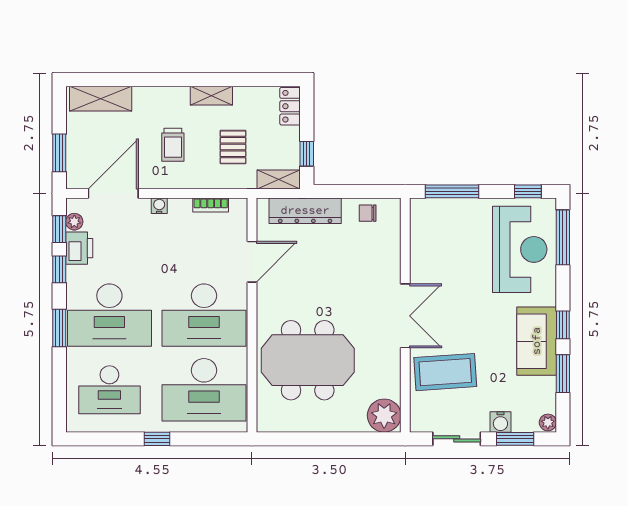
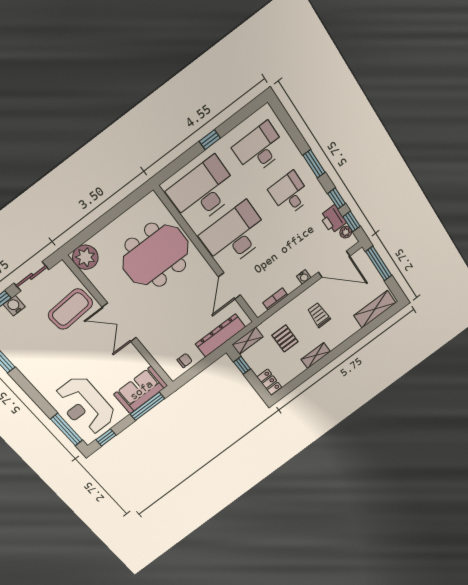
window: (59, 153) -> (379, 264), width x1.44
door: (113, 194) -> (334, 264), hinge flipped
desk: (109, 315) -> (290, 194), width x0.53, depth x0.77
window: (563, 325) -> (26, 386), removed
sofa: (537, 341) -> (141, 390), moved, turned -90

